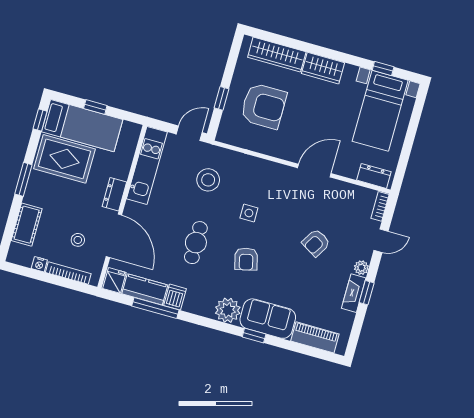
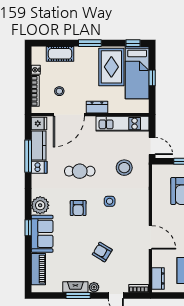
armchair: (246, 259) -> (78, 208), turned -76
window: (367, 293) -> (78, 295), width x1.50

